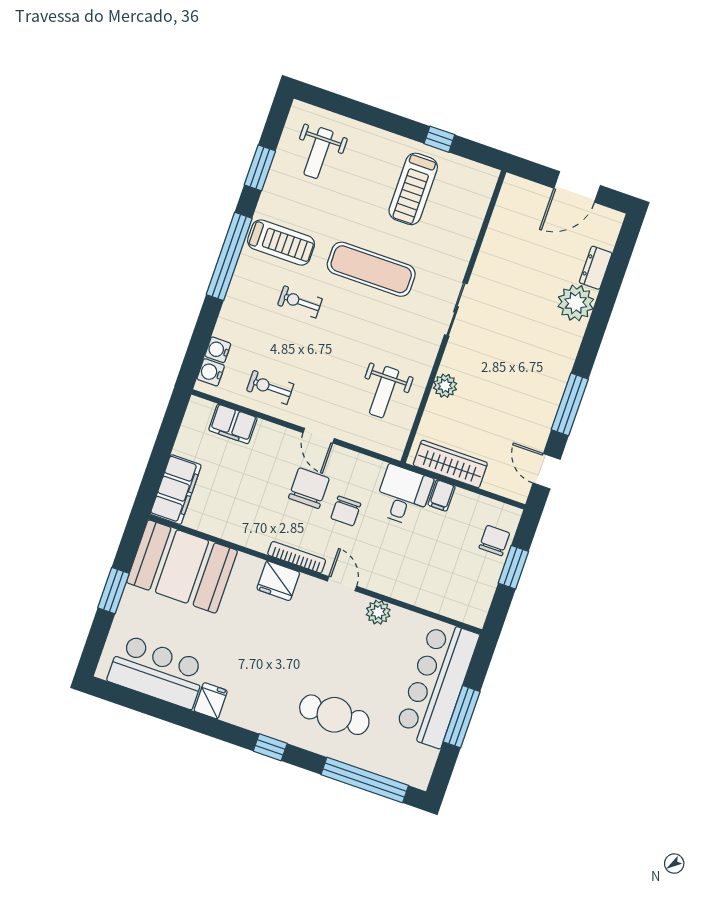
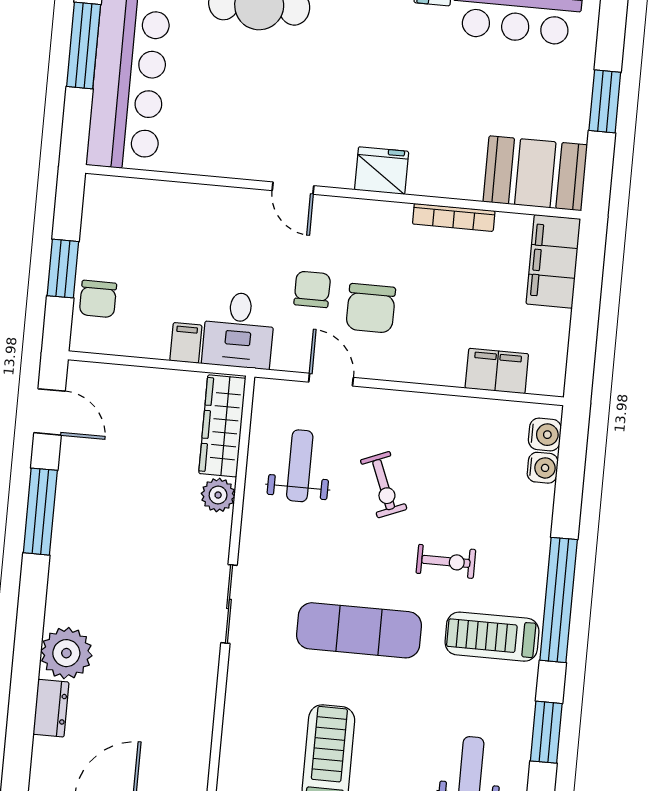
exercise bike: (270, 387) -> (384, 485), moved, turned 68
door: (319, 436) -> (331, 380), moved
wardrobe: (450, 464) -> (222, 426), moved, turned 90
bookcase: (297, 557) -> (454, 217), moved
booth: (182, 567) -> (535, 173), width x0.73, depth x0.70
plant: (378, 612) -> (234, 161), removed

